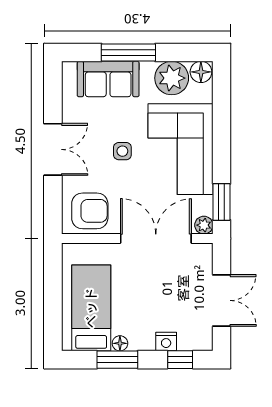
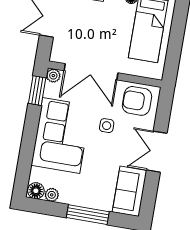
plant: (172, 78) -> (52, 195), width x0.53, depth x0.53
sofa: (108, 79) -> (130, 191), moved, turned -90
side table: (122, 151) -> (107, 126), moved

